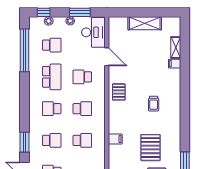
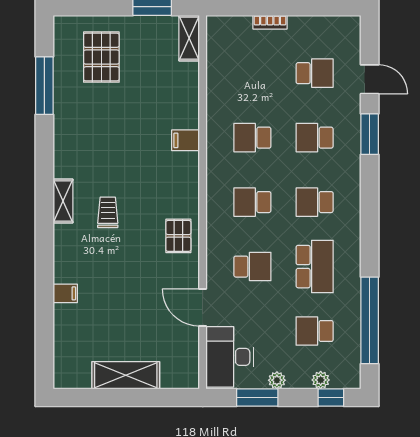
shelving: (176, 47) -> (63, 201), moved
school desk: (52, 77) -> (315, 267), turned 180
school desk: (52, 109) -> (315, 202), turned 180
pallet: (150, 148) -> (114, 123), removed

